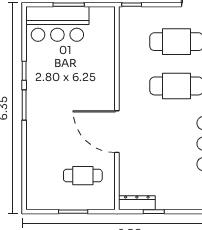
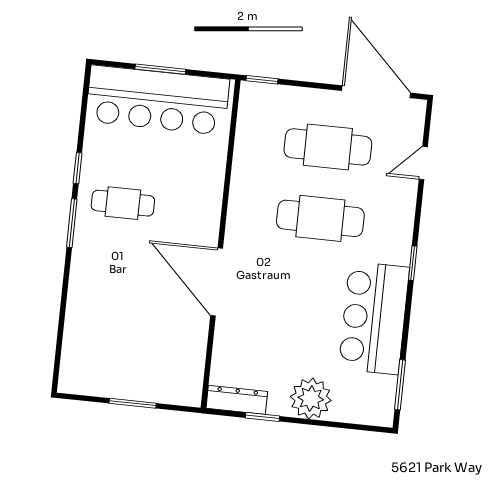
bar counter: (57, 24) -> (158, 100), width x1.36
cafe table: (83, 176) -> (123, 203), moved
plant: (182, 197) -> (311, 398), added

